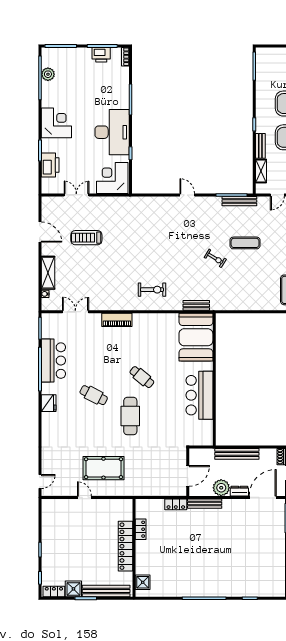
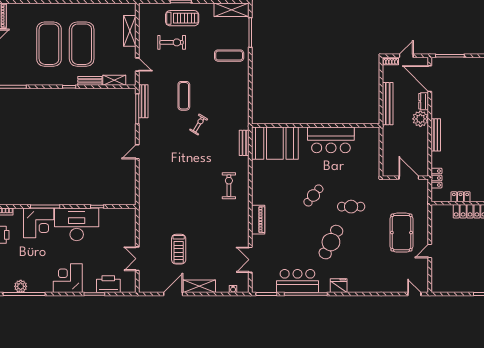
corner desk: (112, 178) -> (39, 223), moved, turned -90
shelving: (48, 273) -> (199, 286), moved
cafe table: (94, 395) -> (331, 242), width x1.37, depth x1.35
cafe table: (130, 416) -> (351, 207), width x0.73, depth x0.74
wall: (188, 472) -> (405, 178), moved
door: (188, 476) -> (409, 178), moved
locker: (176, 504) -> (436, 178), moved

